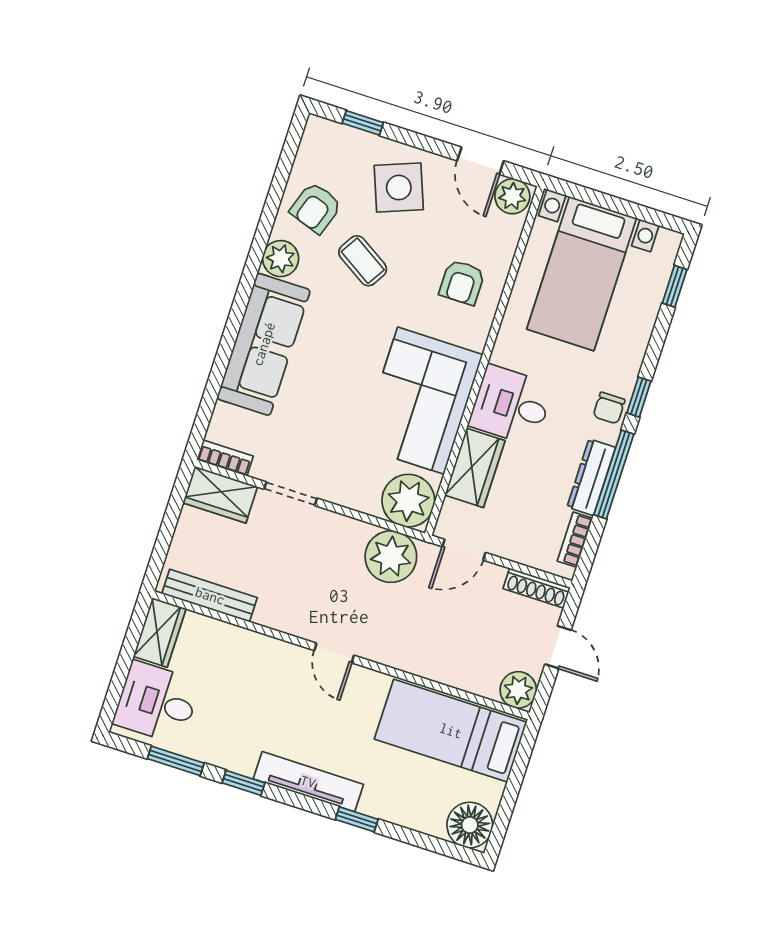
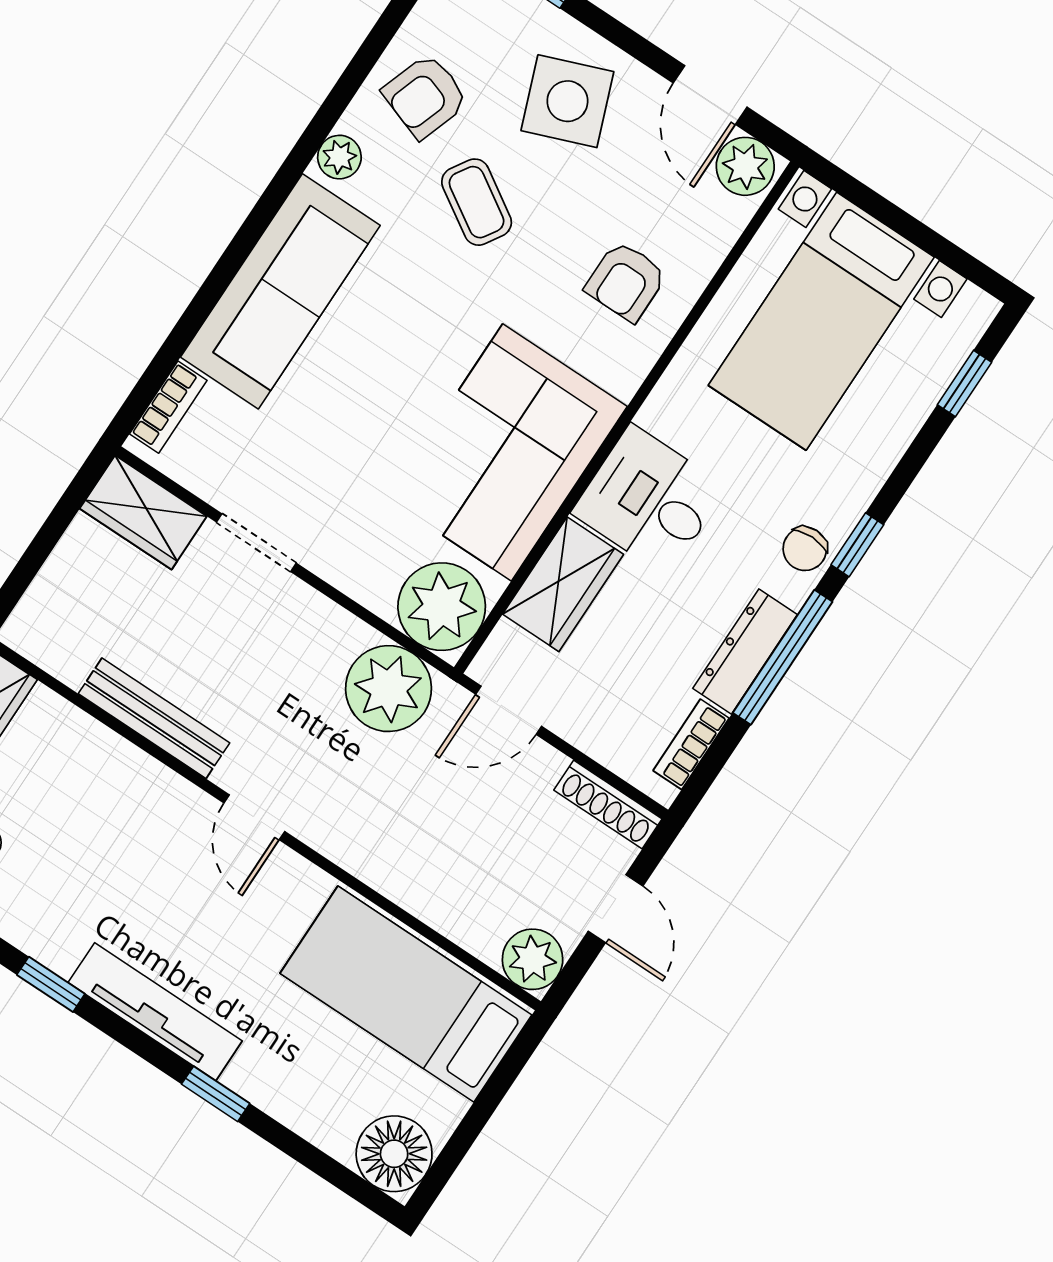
plant: (281, 259) -> (339, 157), width x0.73, depth x0.73
bookcase: (225, 458) -> (168, 407), moved, turned 90
bench: (210, 596) -> (154, 718), moved

